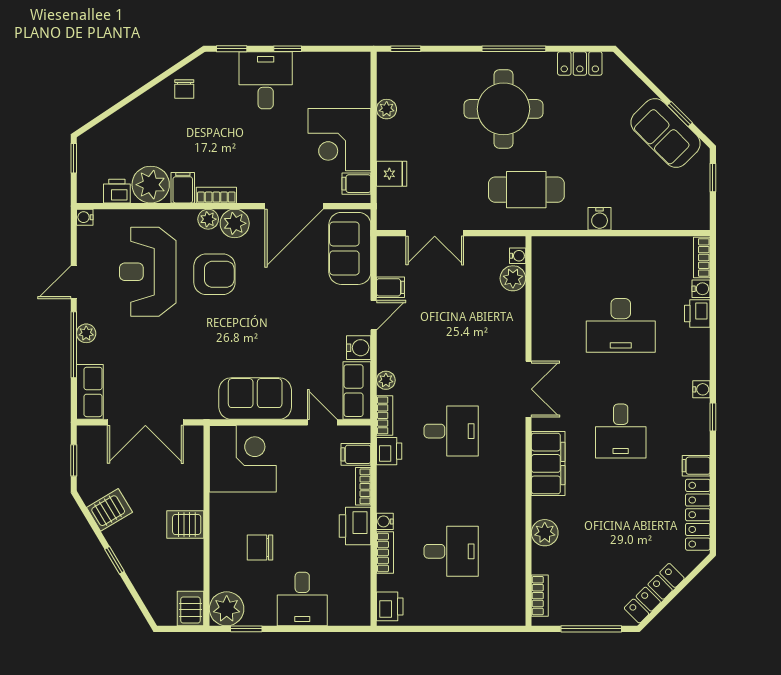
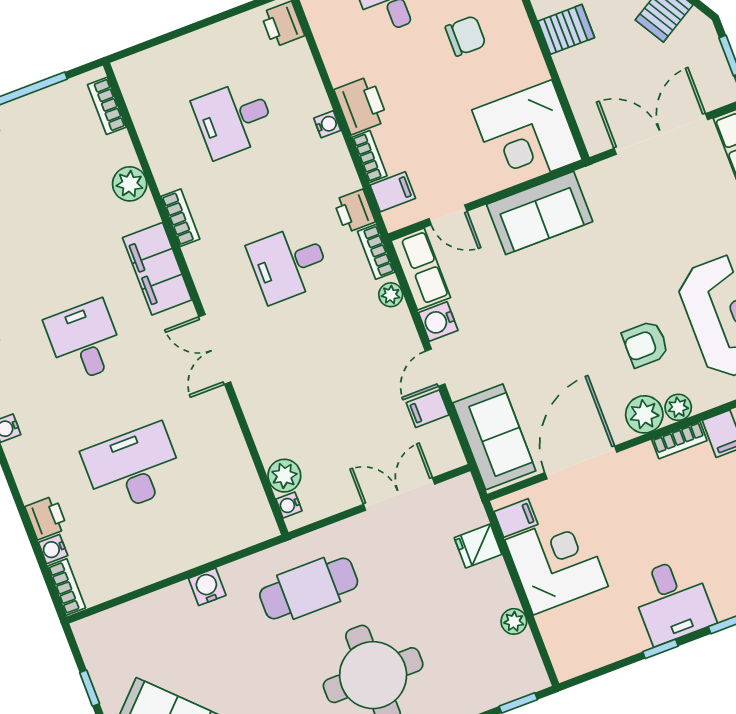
armchair: (214, 274) -> (645, 344), width x0.72, depth x0.72
bookcase: (385, 552) -> (180, 218), moved, turned 180

